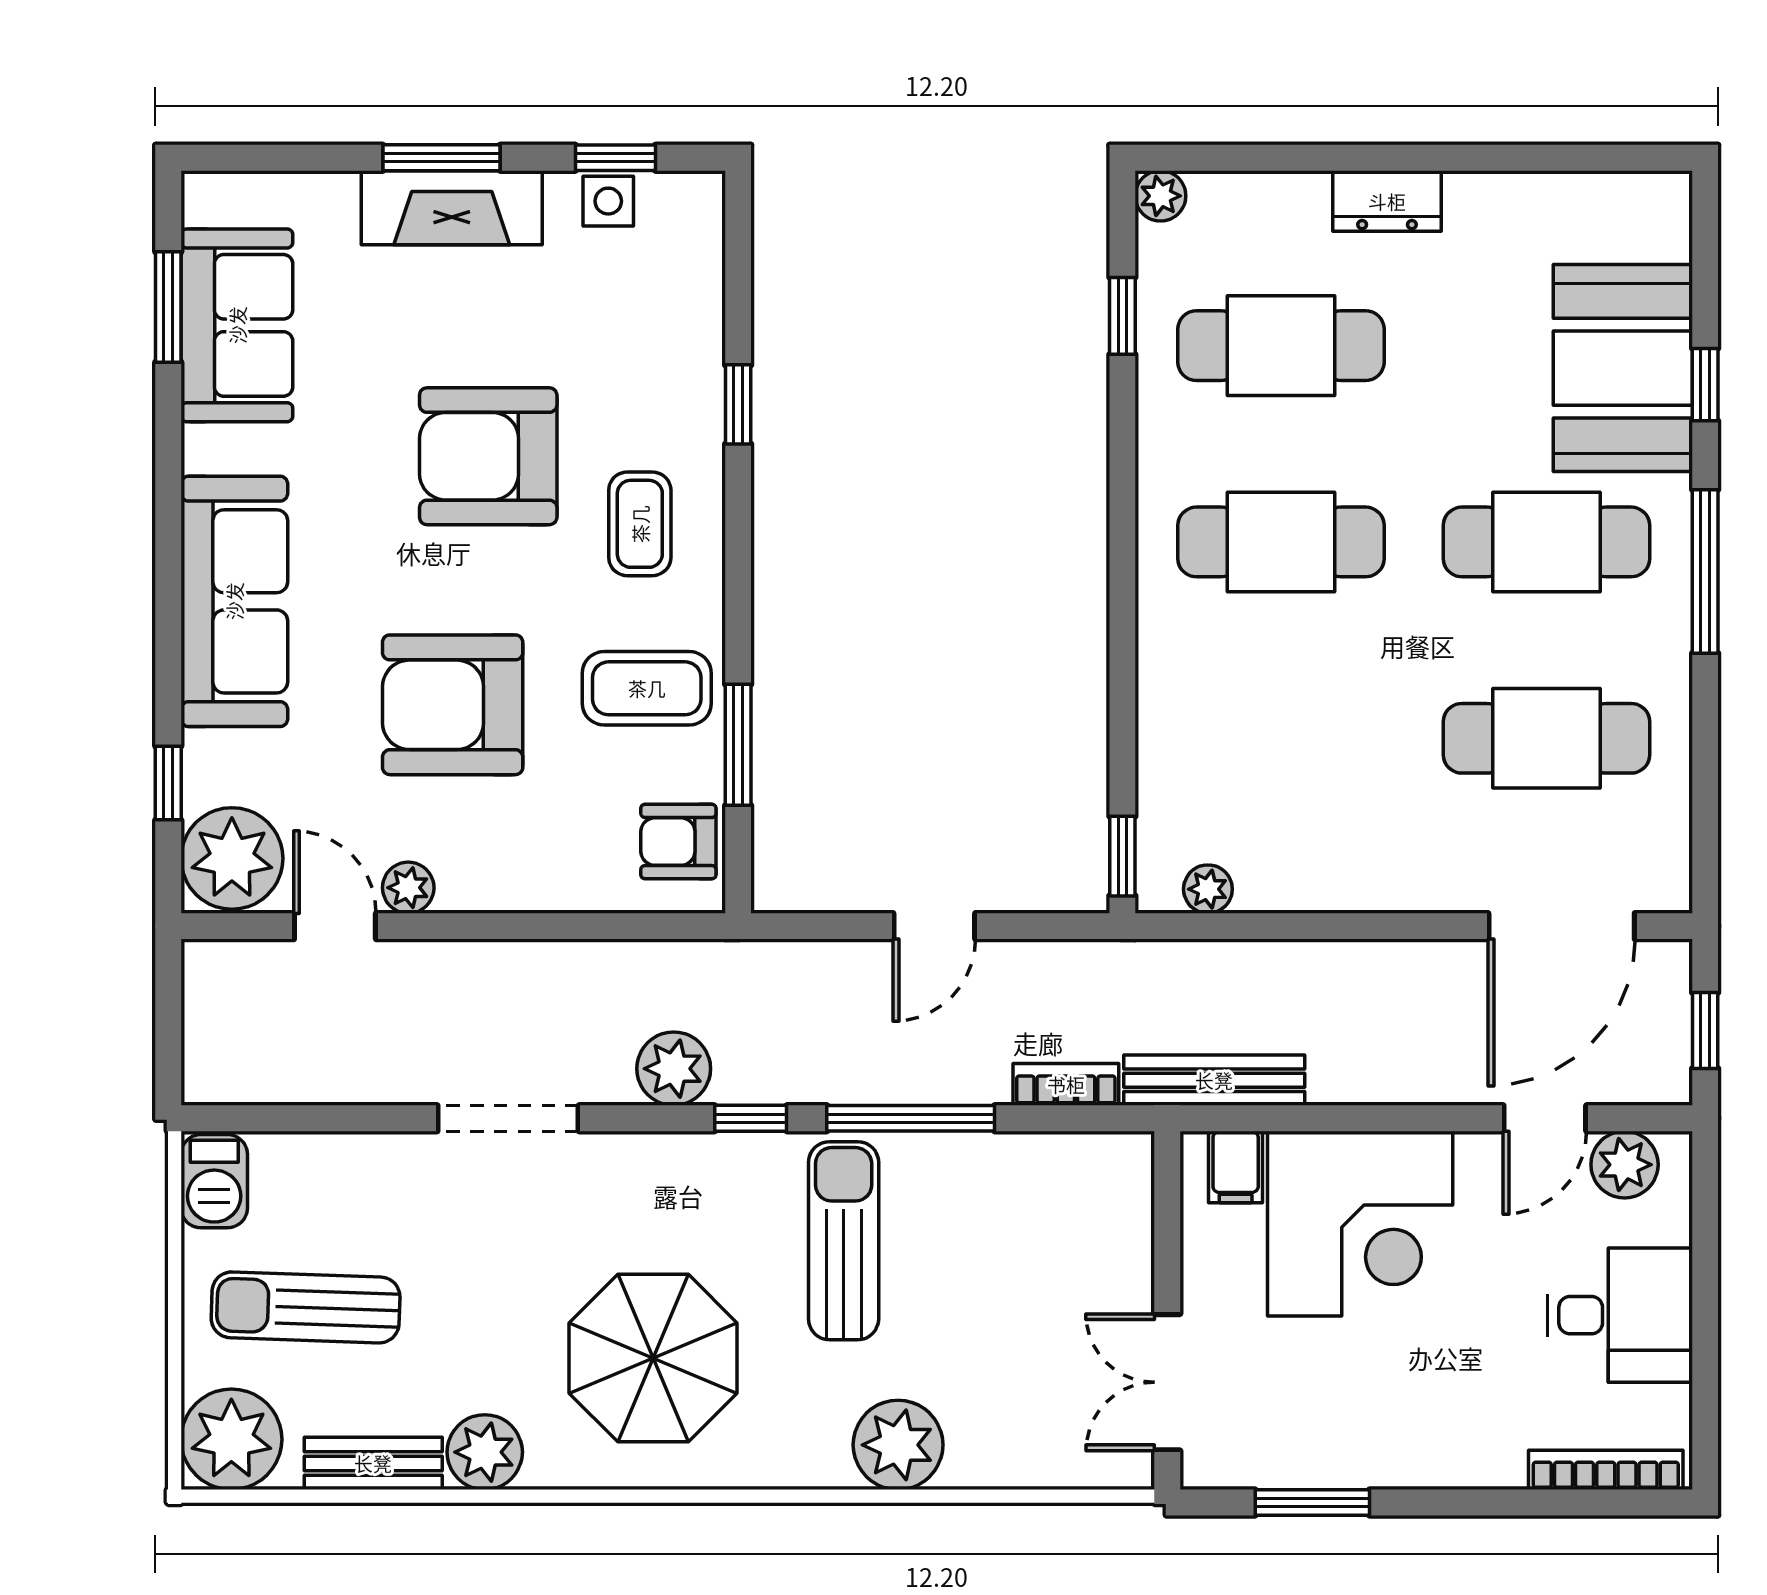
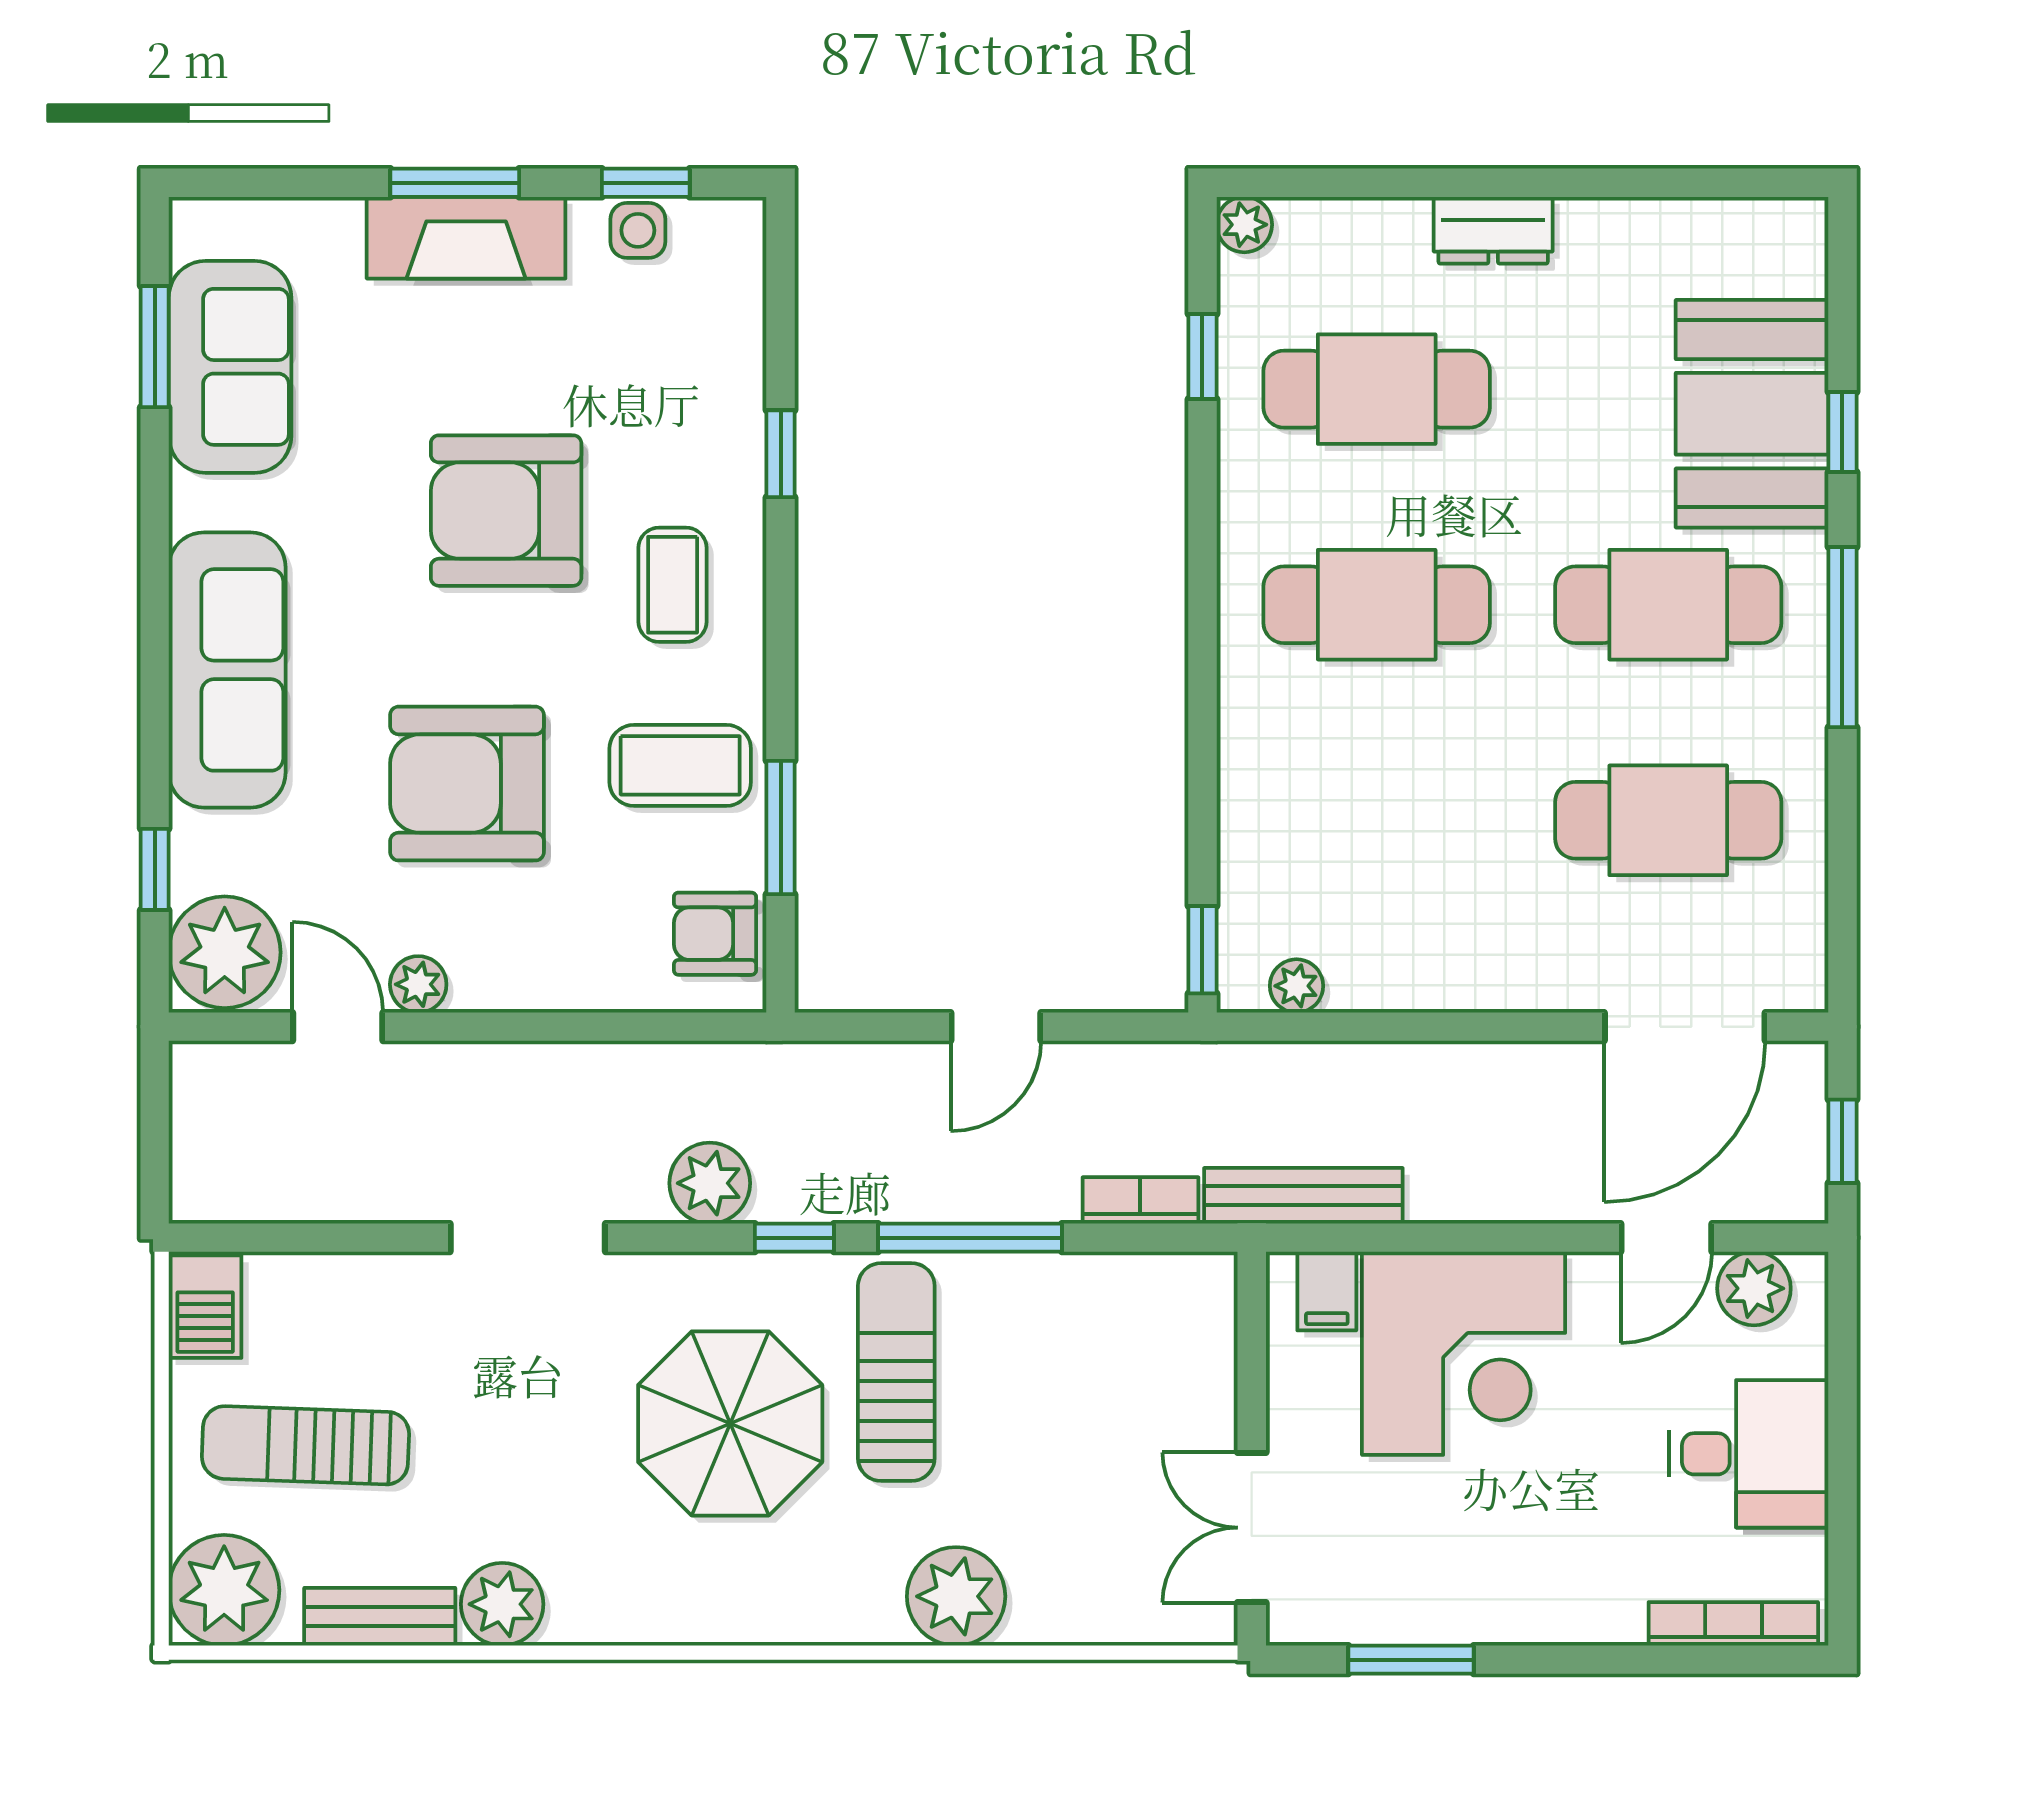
parasol: (653, 1358) -> (730, 1423), moved

